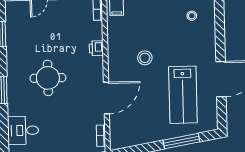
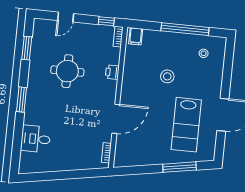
stool: (145, 58) -> (167, 76), moved
round table: (48, 78) -> (67, 71), moved

